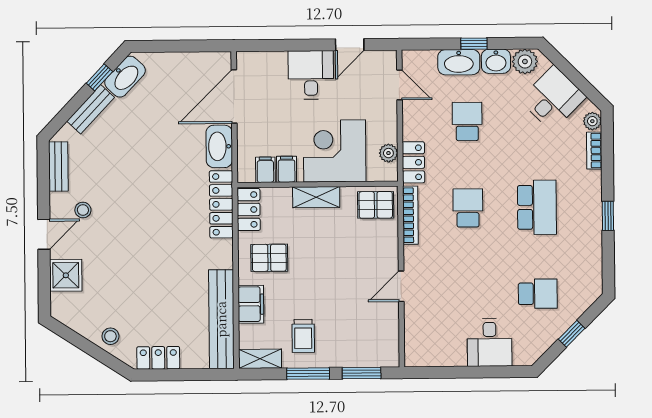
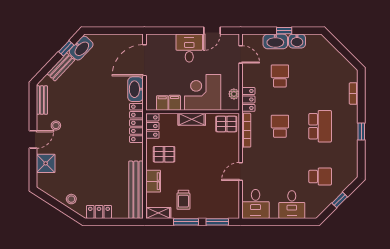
plant: (525, 62) -> (314, 41), removed
desk: (553, 98) -> (256, 204), moved, turned 135
plant: (592, 121) -> (353, 76), removed

